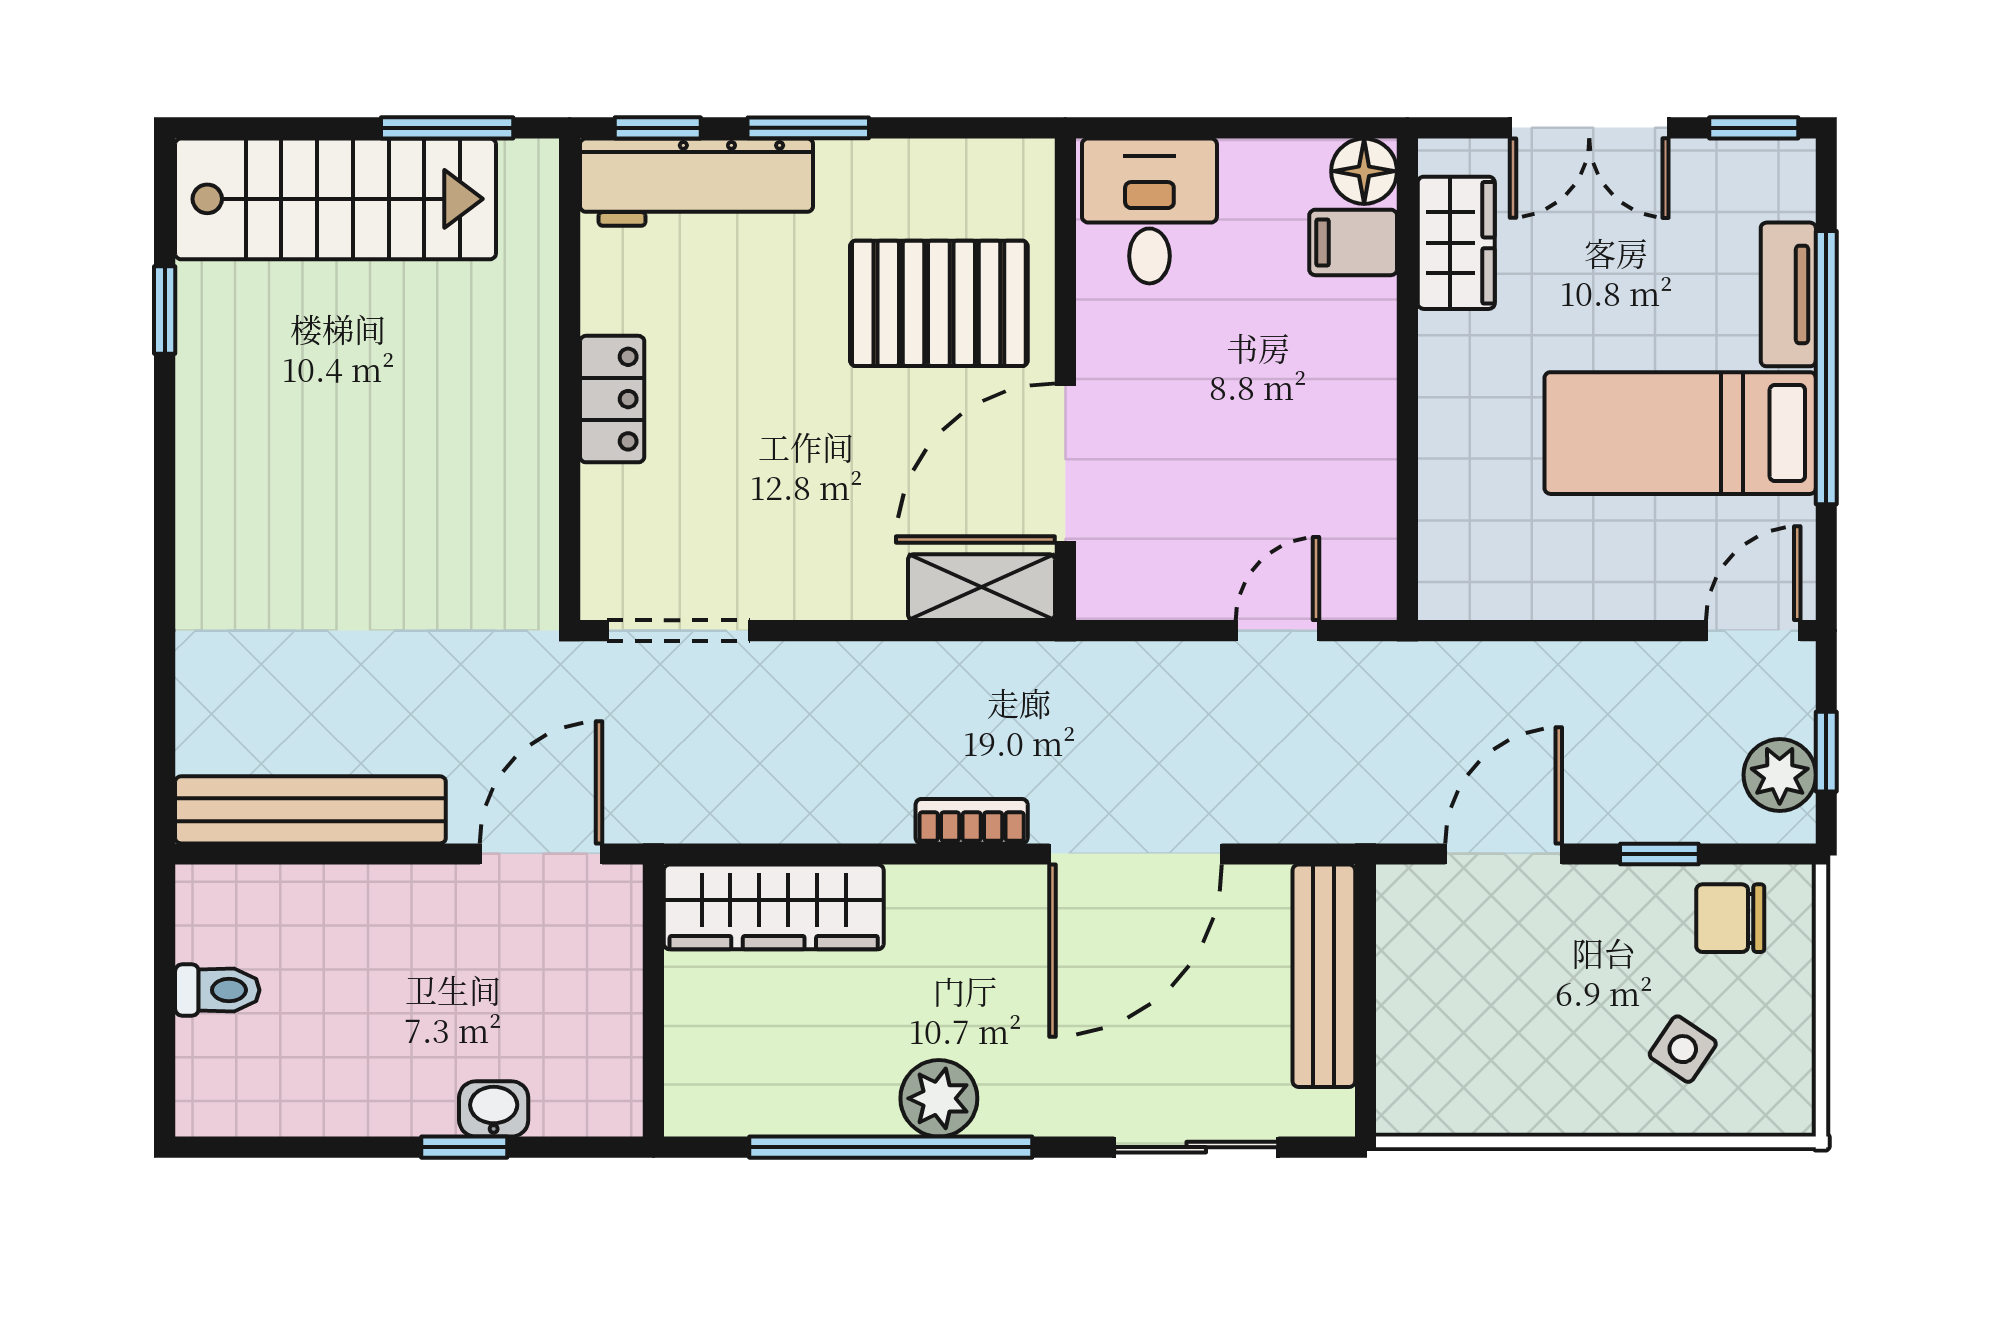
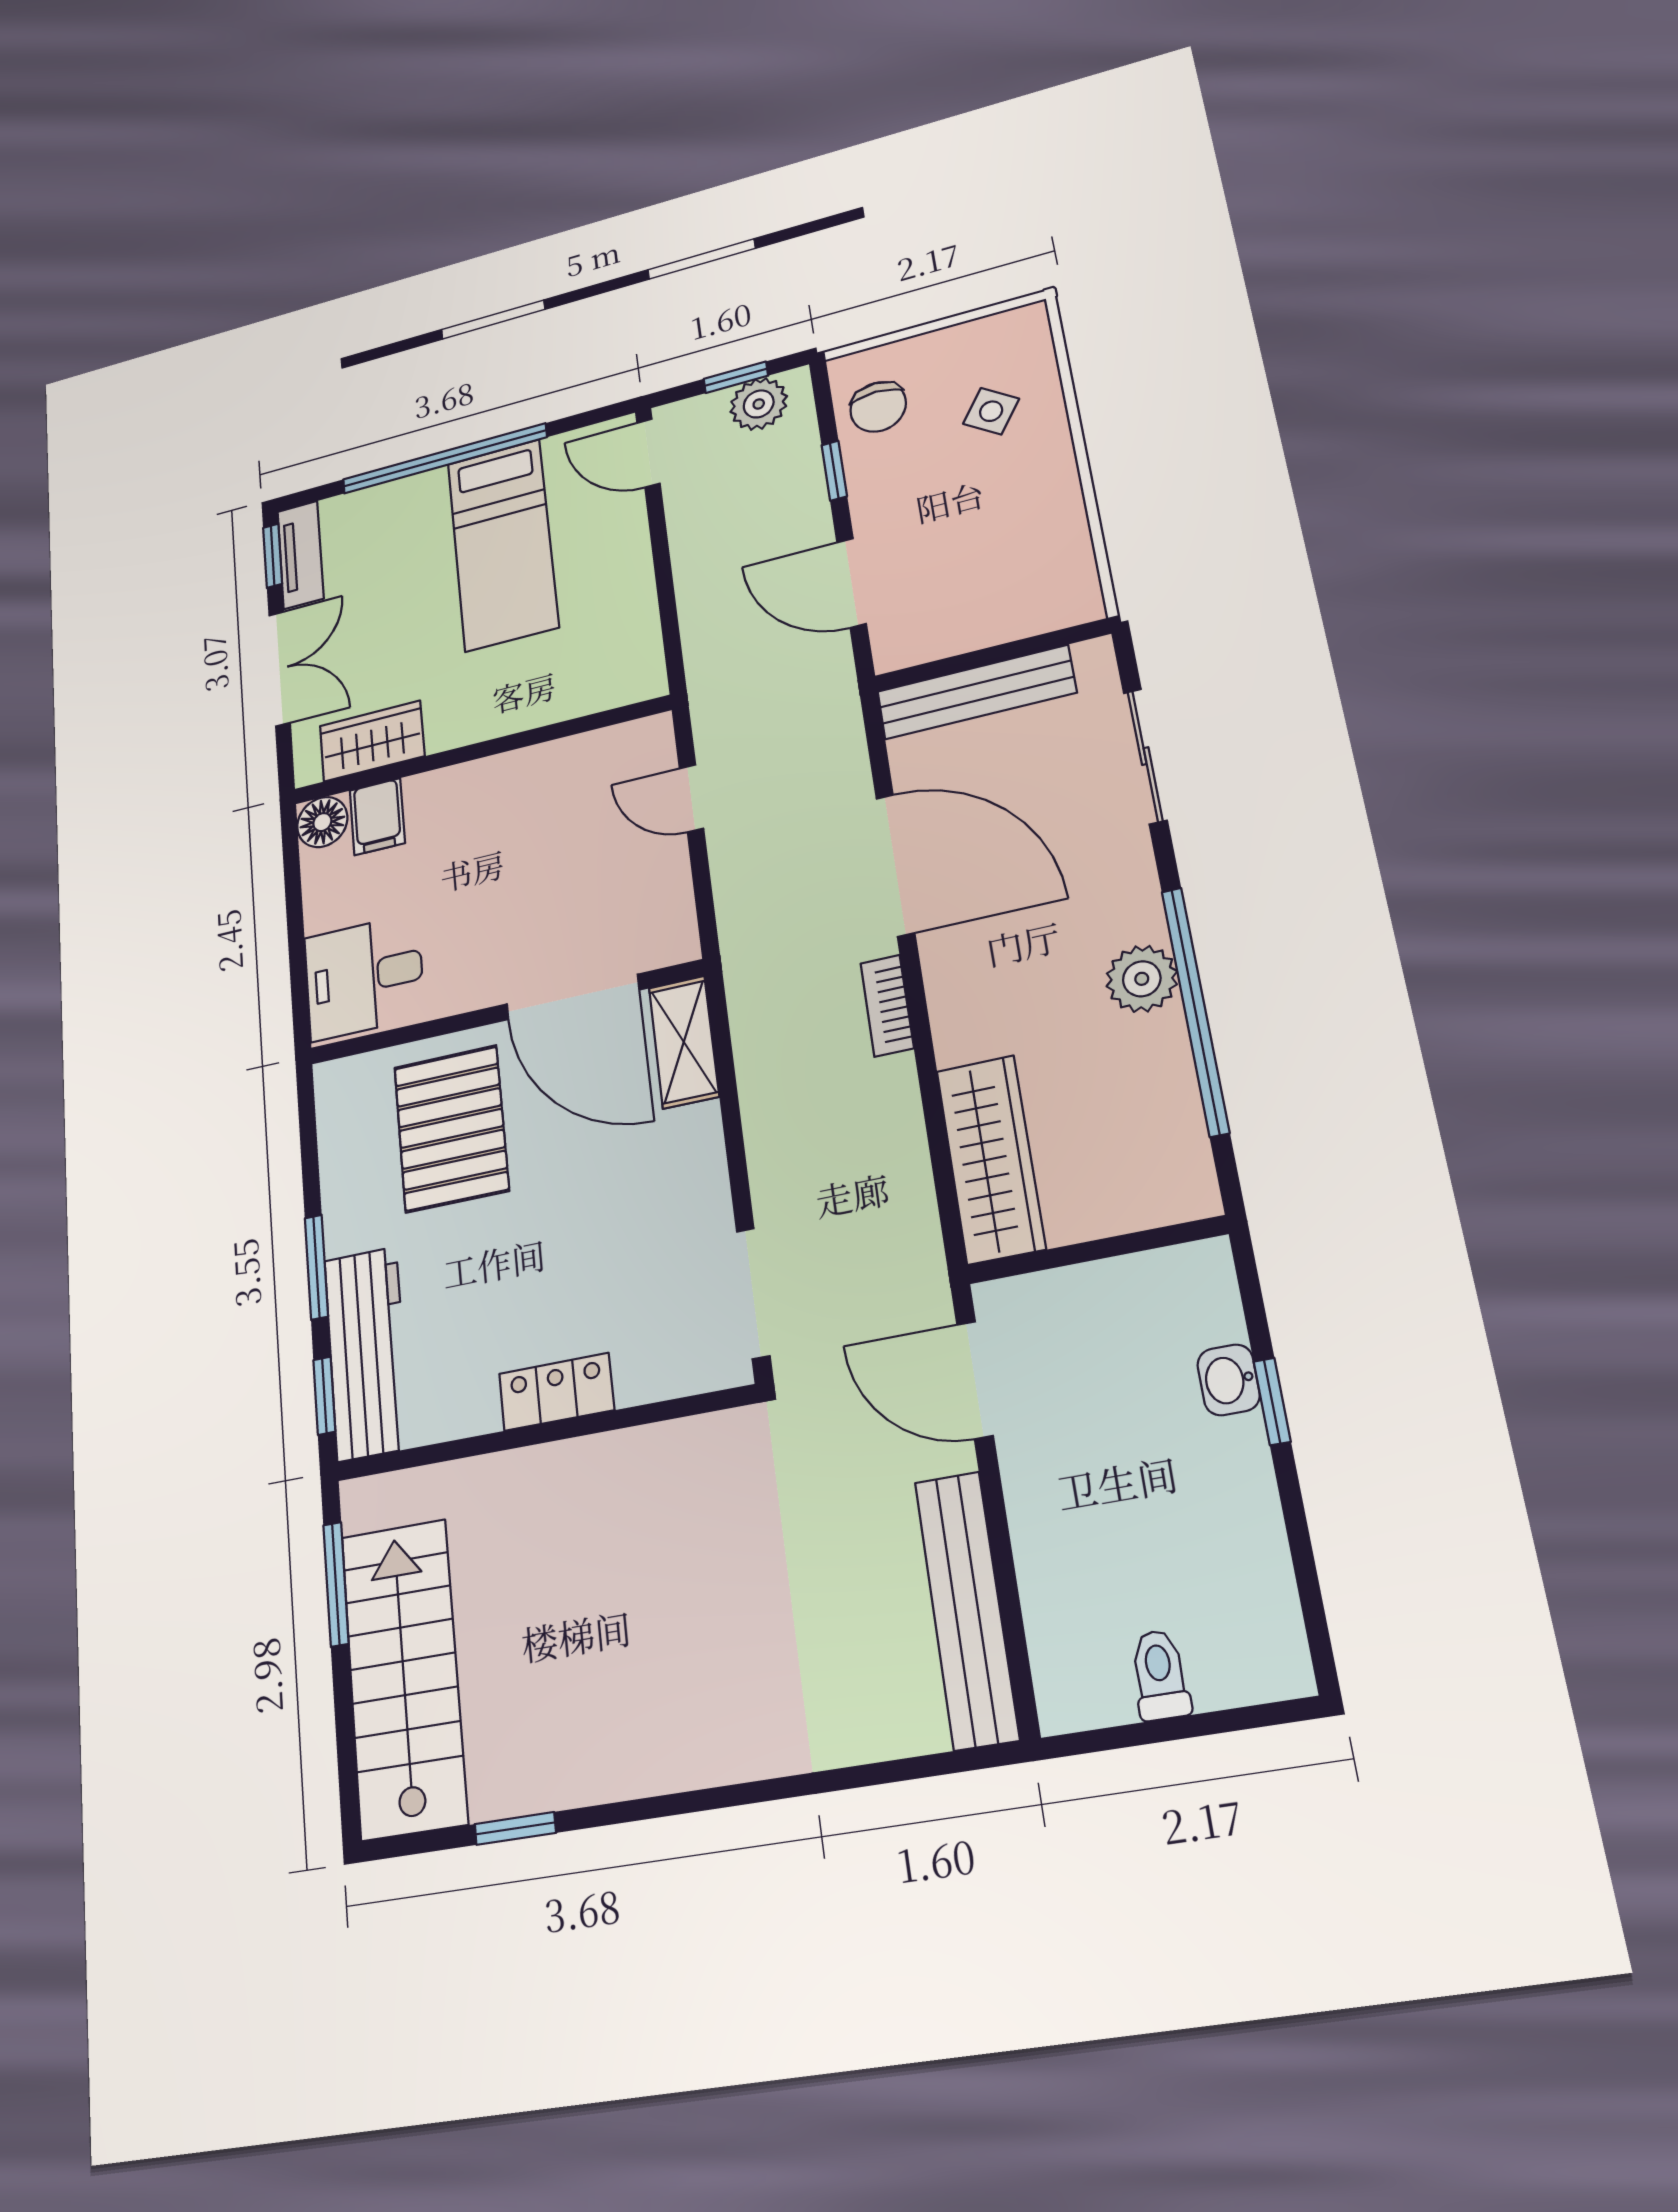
tv unit: (1788, 294) -> (301, 555), moved, turned -90

